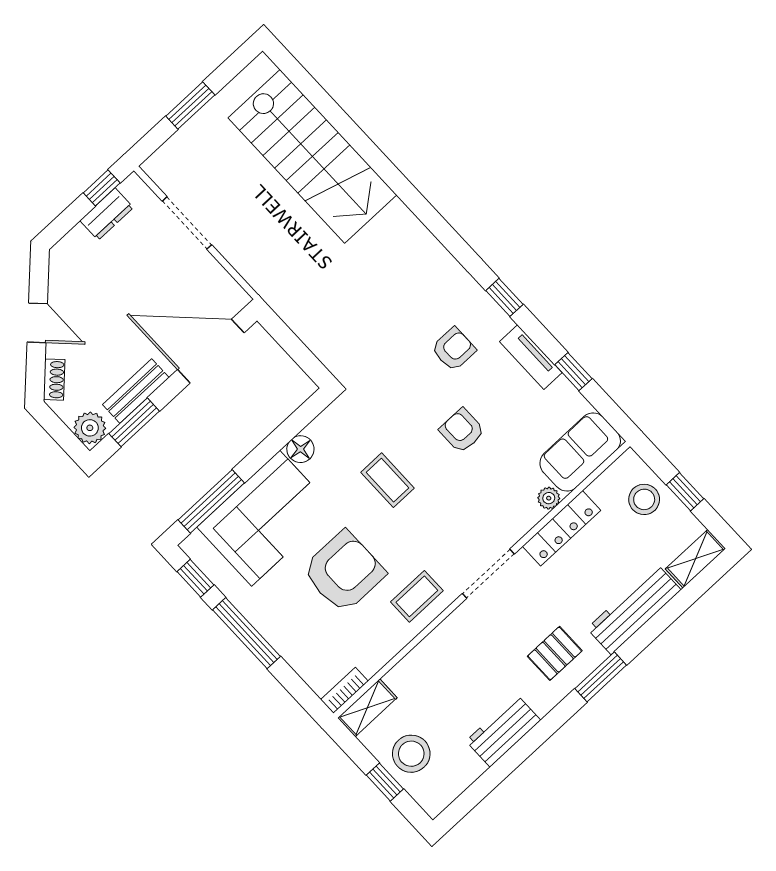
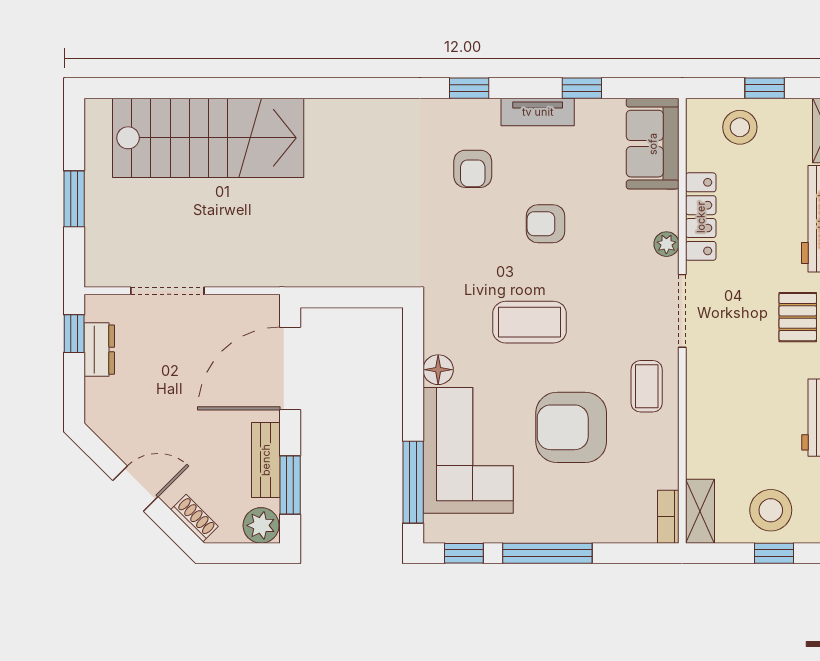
armchair: (454, 349) -> (473, 169), turned 180
coffee table: (388, 480) -> (530, 322), width x1.36, depth x1.30
plant: (549, 498) -> (666, 244), moved
armchair: (344, 572) -> (571, 427), turned -90

